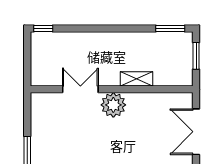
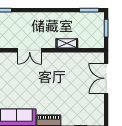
double door: (80, 89) -> (30, 50), swing flipped
plant: (113, 105) -> (51, 61), removed

